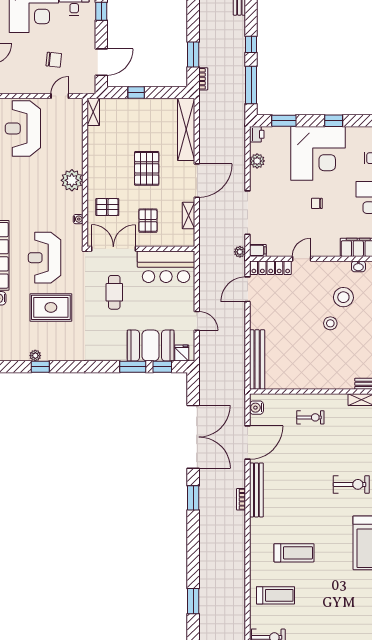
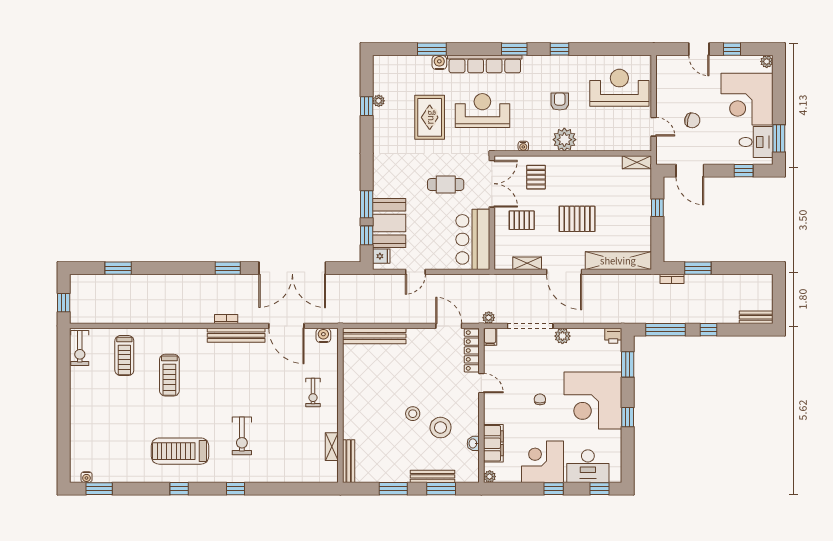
chair: (54, 60) -> (692, 120), turned -83
plant: (257, 161) -> (562, 336), moved
armchair: (36, 185) -> (560, 101), added

